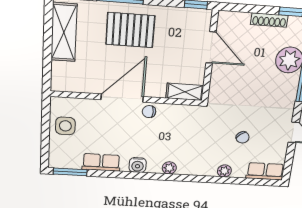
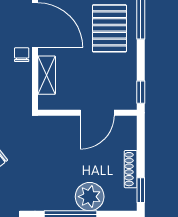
shelving: (185, 92) -> (47, 75), moved

